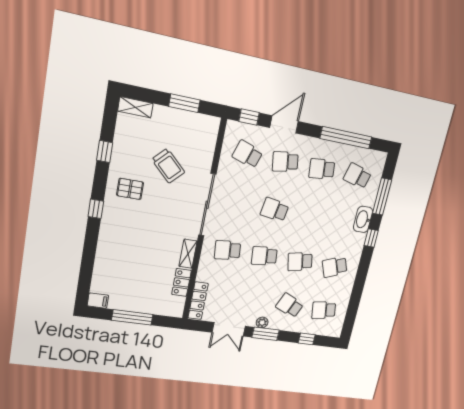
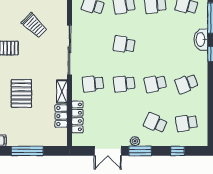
pallet: (137, 248) -> (21, 93), added
locker: (198, 301) -> (77, 117), moved

